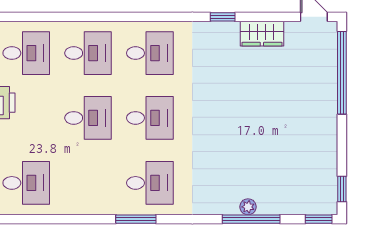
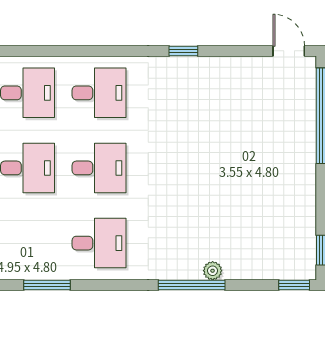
wardrobe: (262, 34) -> (229, 70), removed
window: (136, 219) -> (47, 285), moved
window: (251, 219) -> (192, 285), moved

